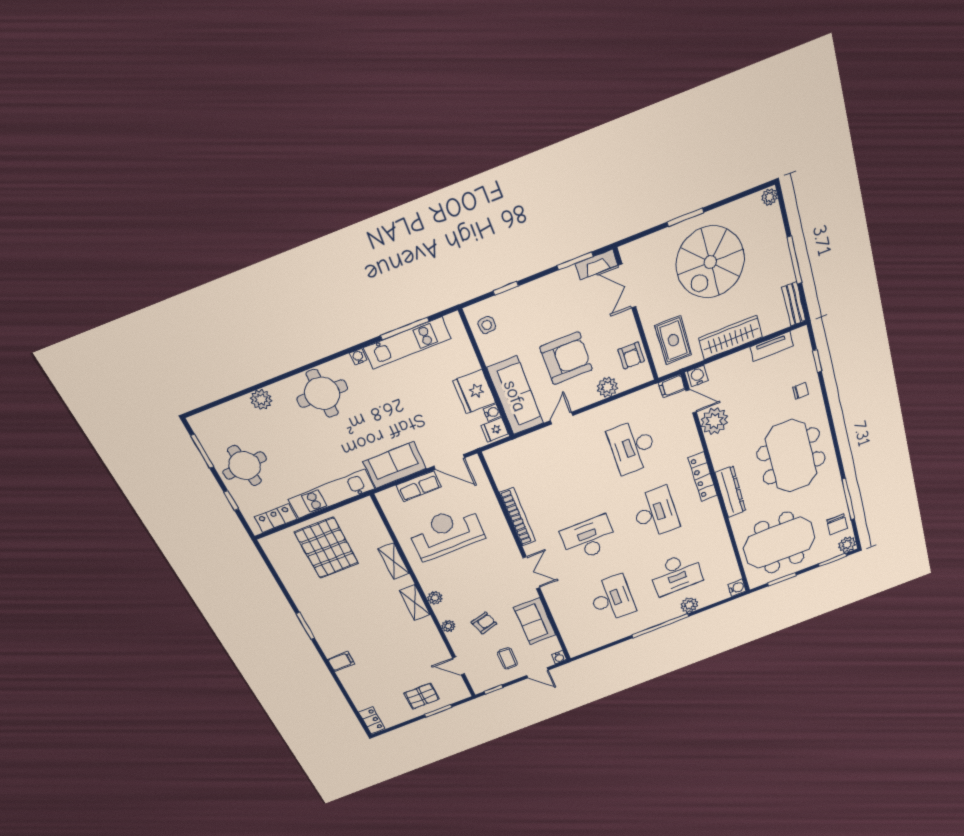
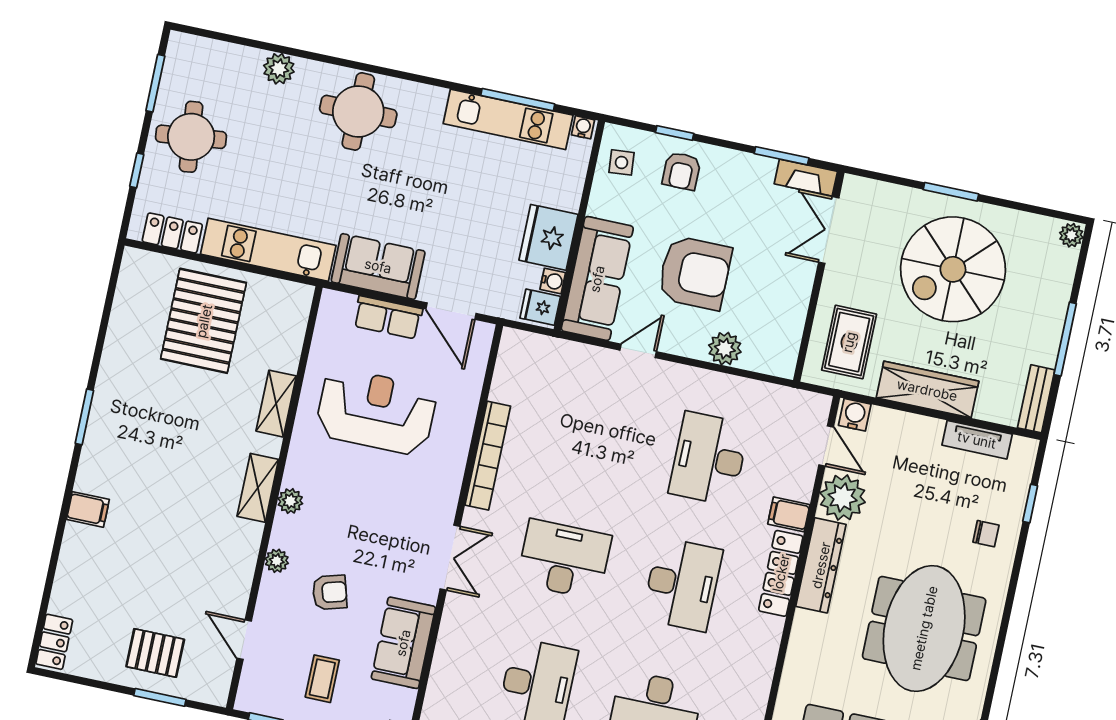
armchair: (631, 355) -> (682, 171), moved
water cooler: (358, 357) -> (583, 127), moved
filing cabinet: (672, 386) -> (789, 514), moved
dresser: (731, 492) -> (821, 565), moved

